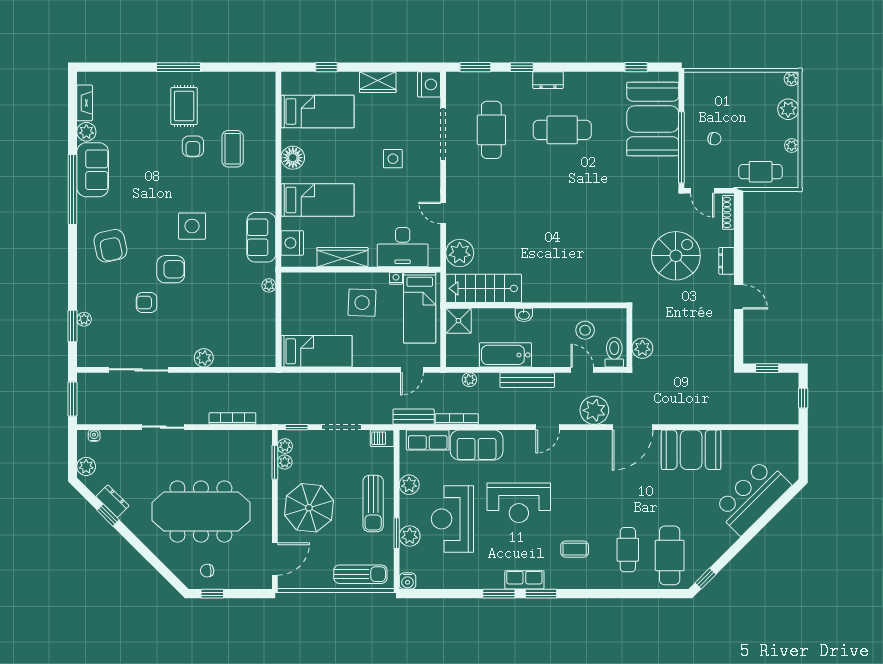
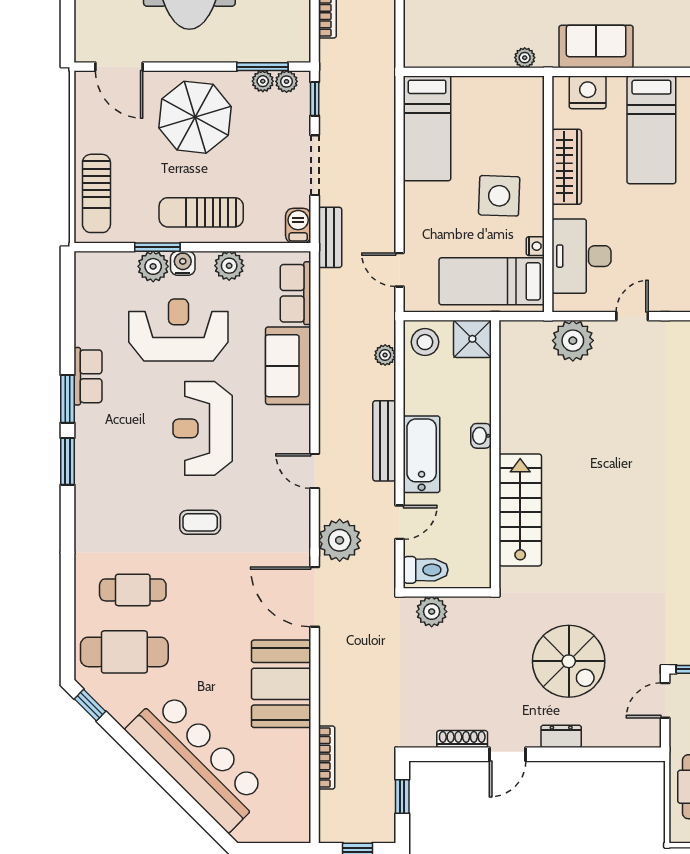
shoe rack: (728, 212) -> (462, 739), moved
stairs: (484, 288) -> (520, 510), moved
stool: (585, 330) -> (425, 342), moved
bathtub: (505, 355) -> (422, 454), moved
bench: (414, 417) -> (330, 237), moved
bookcase: (457, 419) -> (327, 757), moved
bar counter: (752, 497) -> (197, 761), width x1.36
coffee table: (575, 549) -> (200, 522), moved, turned 90
row of seats: (524, 580) -> (88, 376), moved
water cooler: (408, 581) -> (183, 263), moved, turned 90

